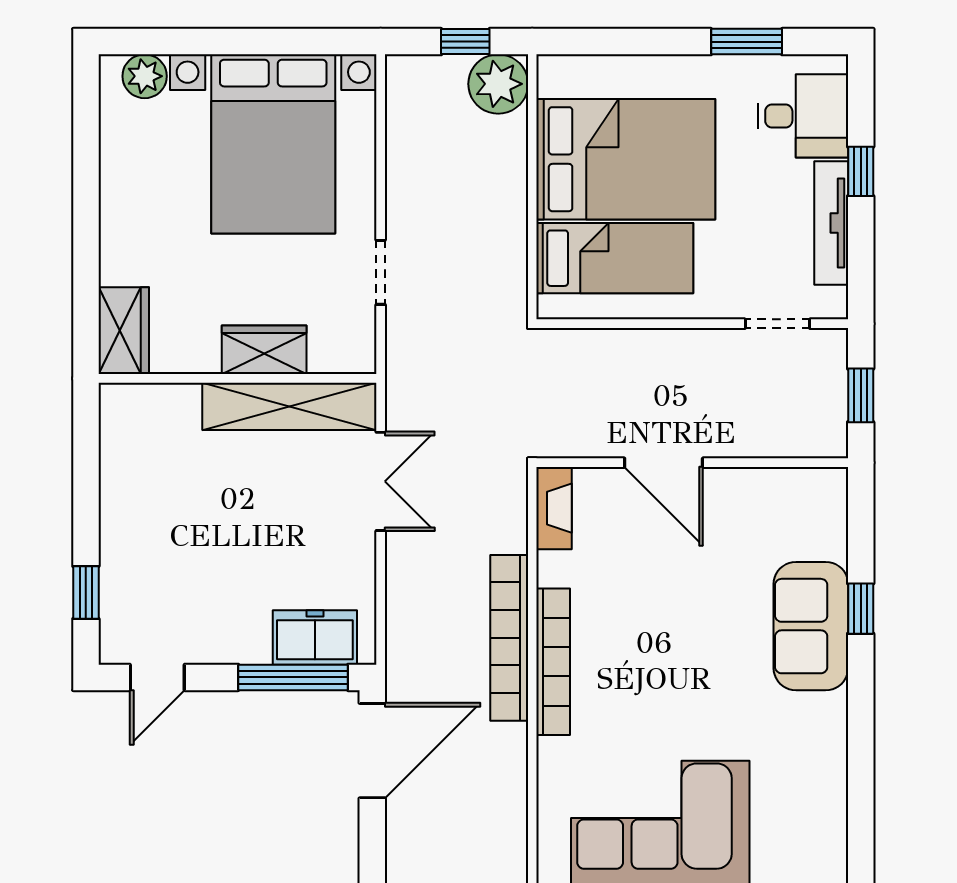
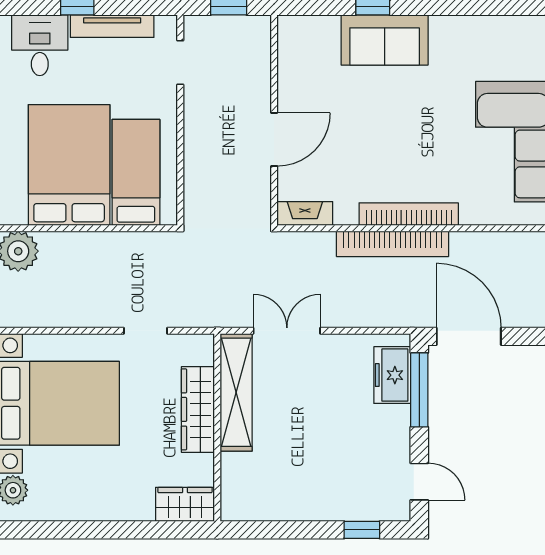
wardrobe: (264, 350) -> (198, 409), width x1.50

